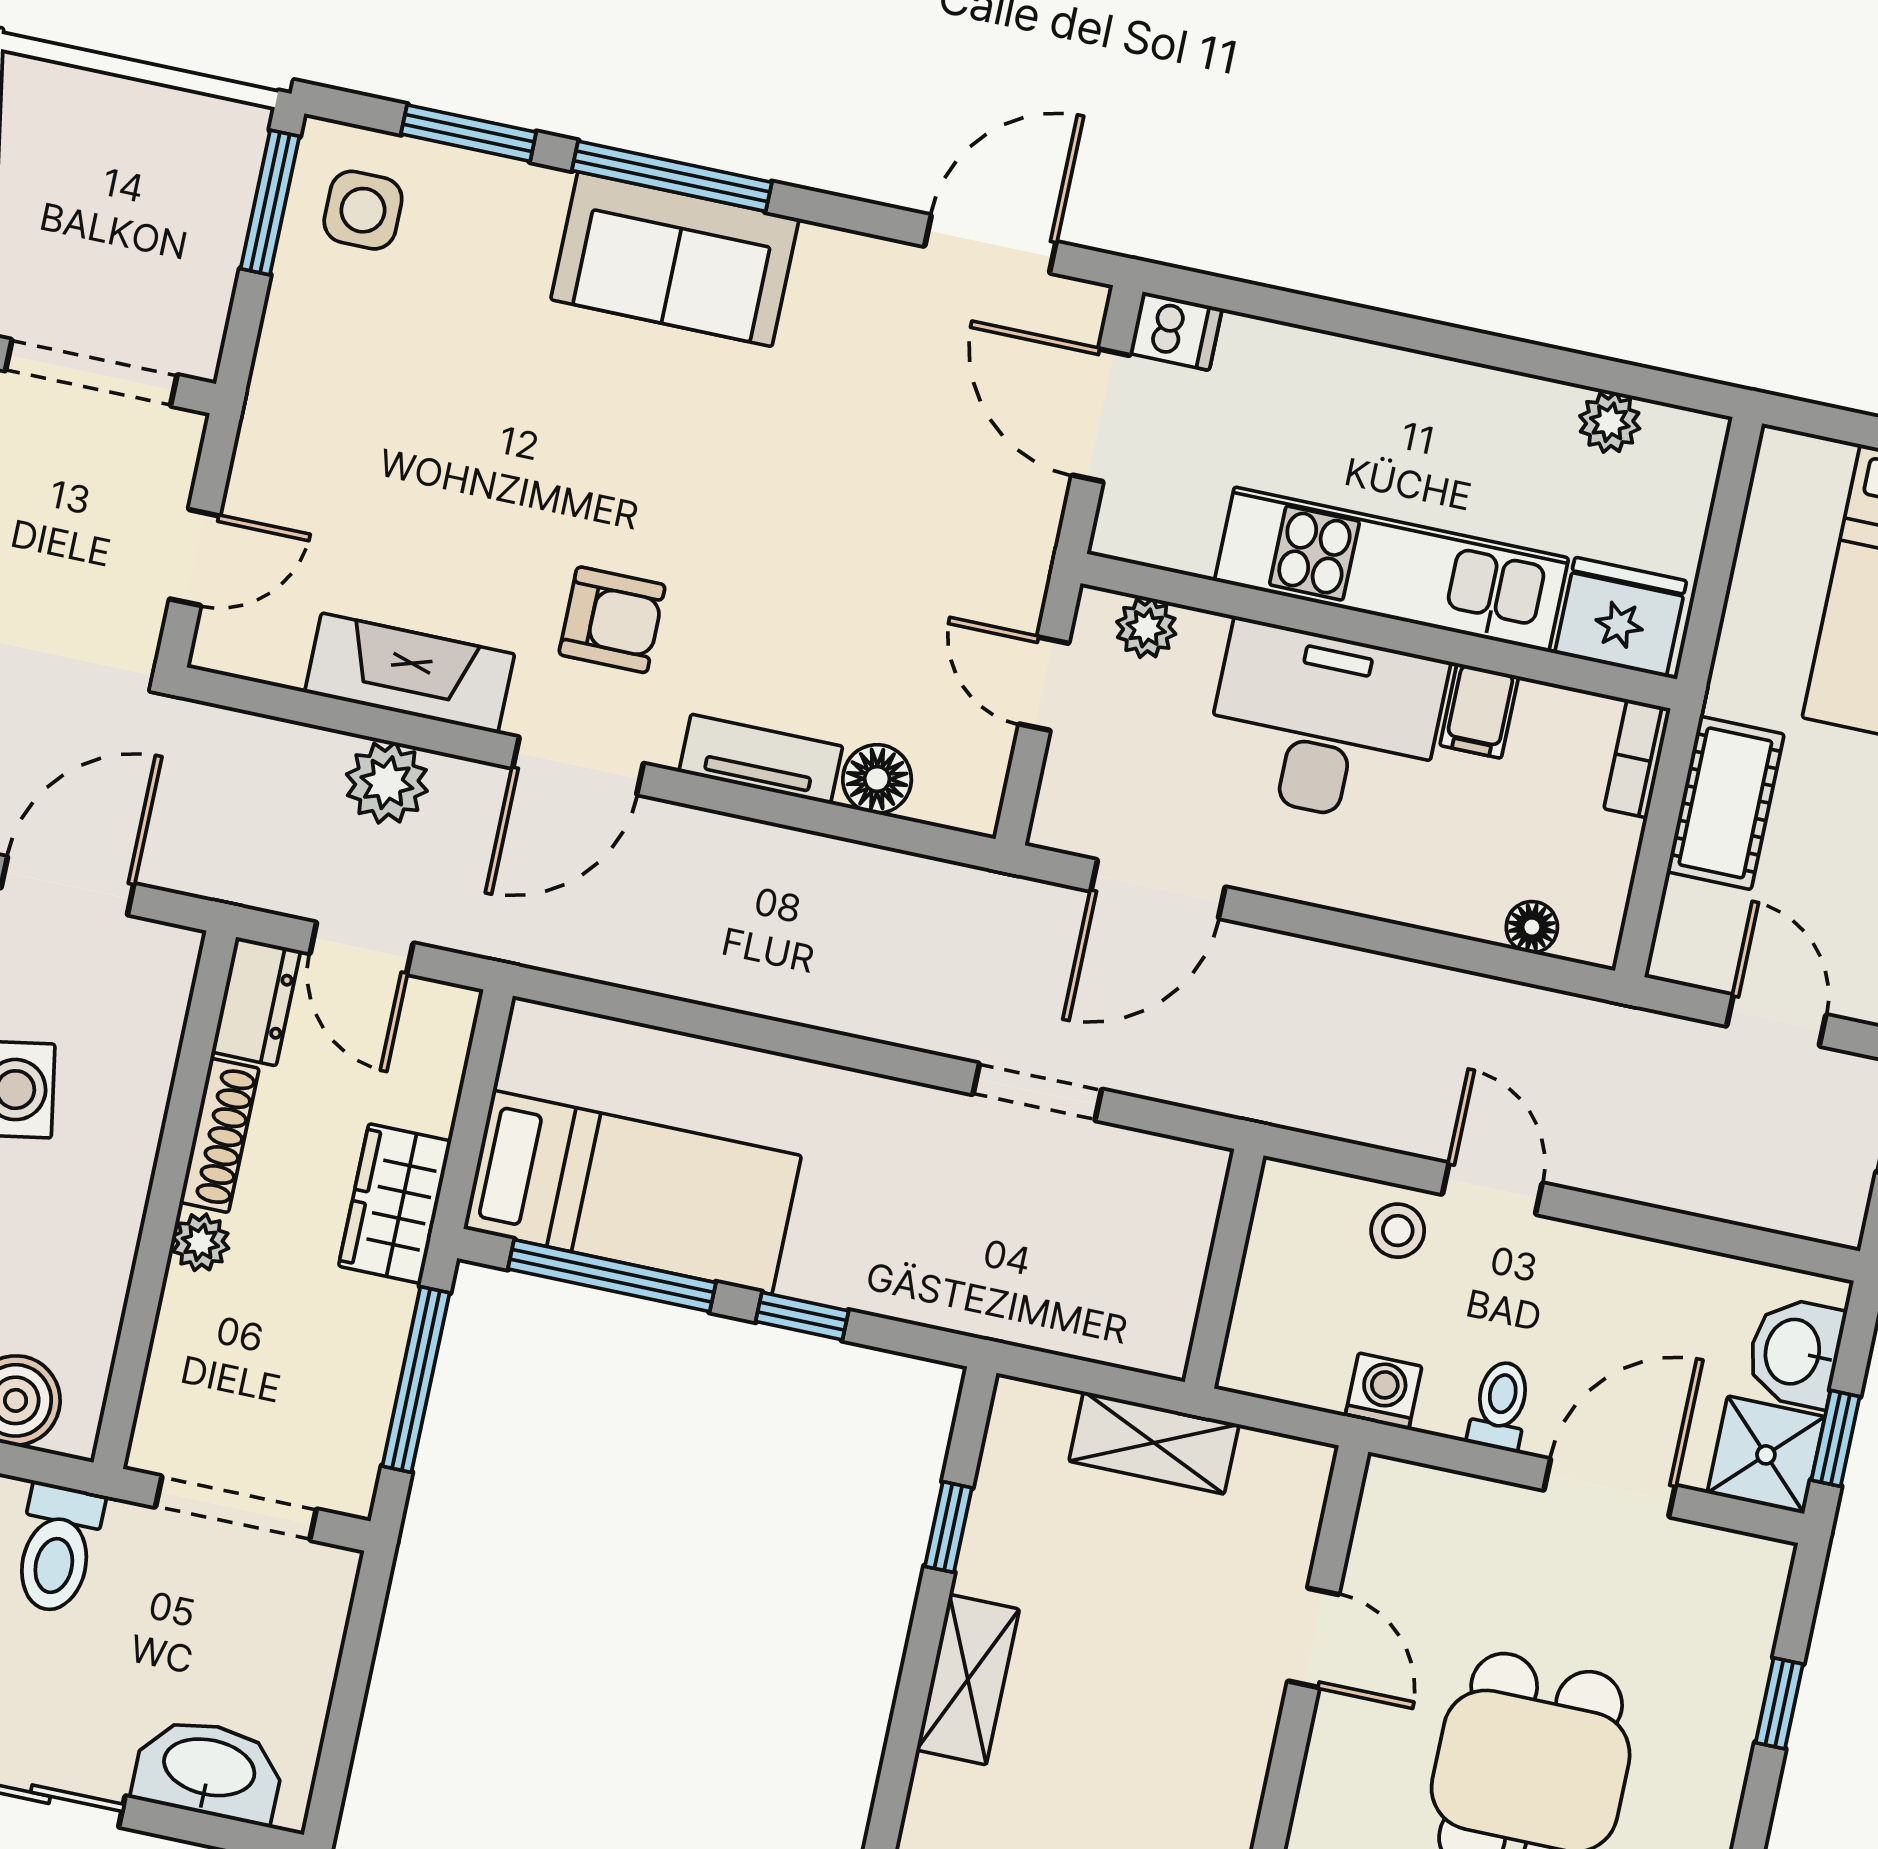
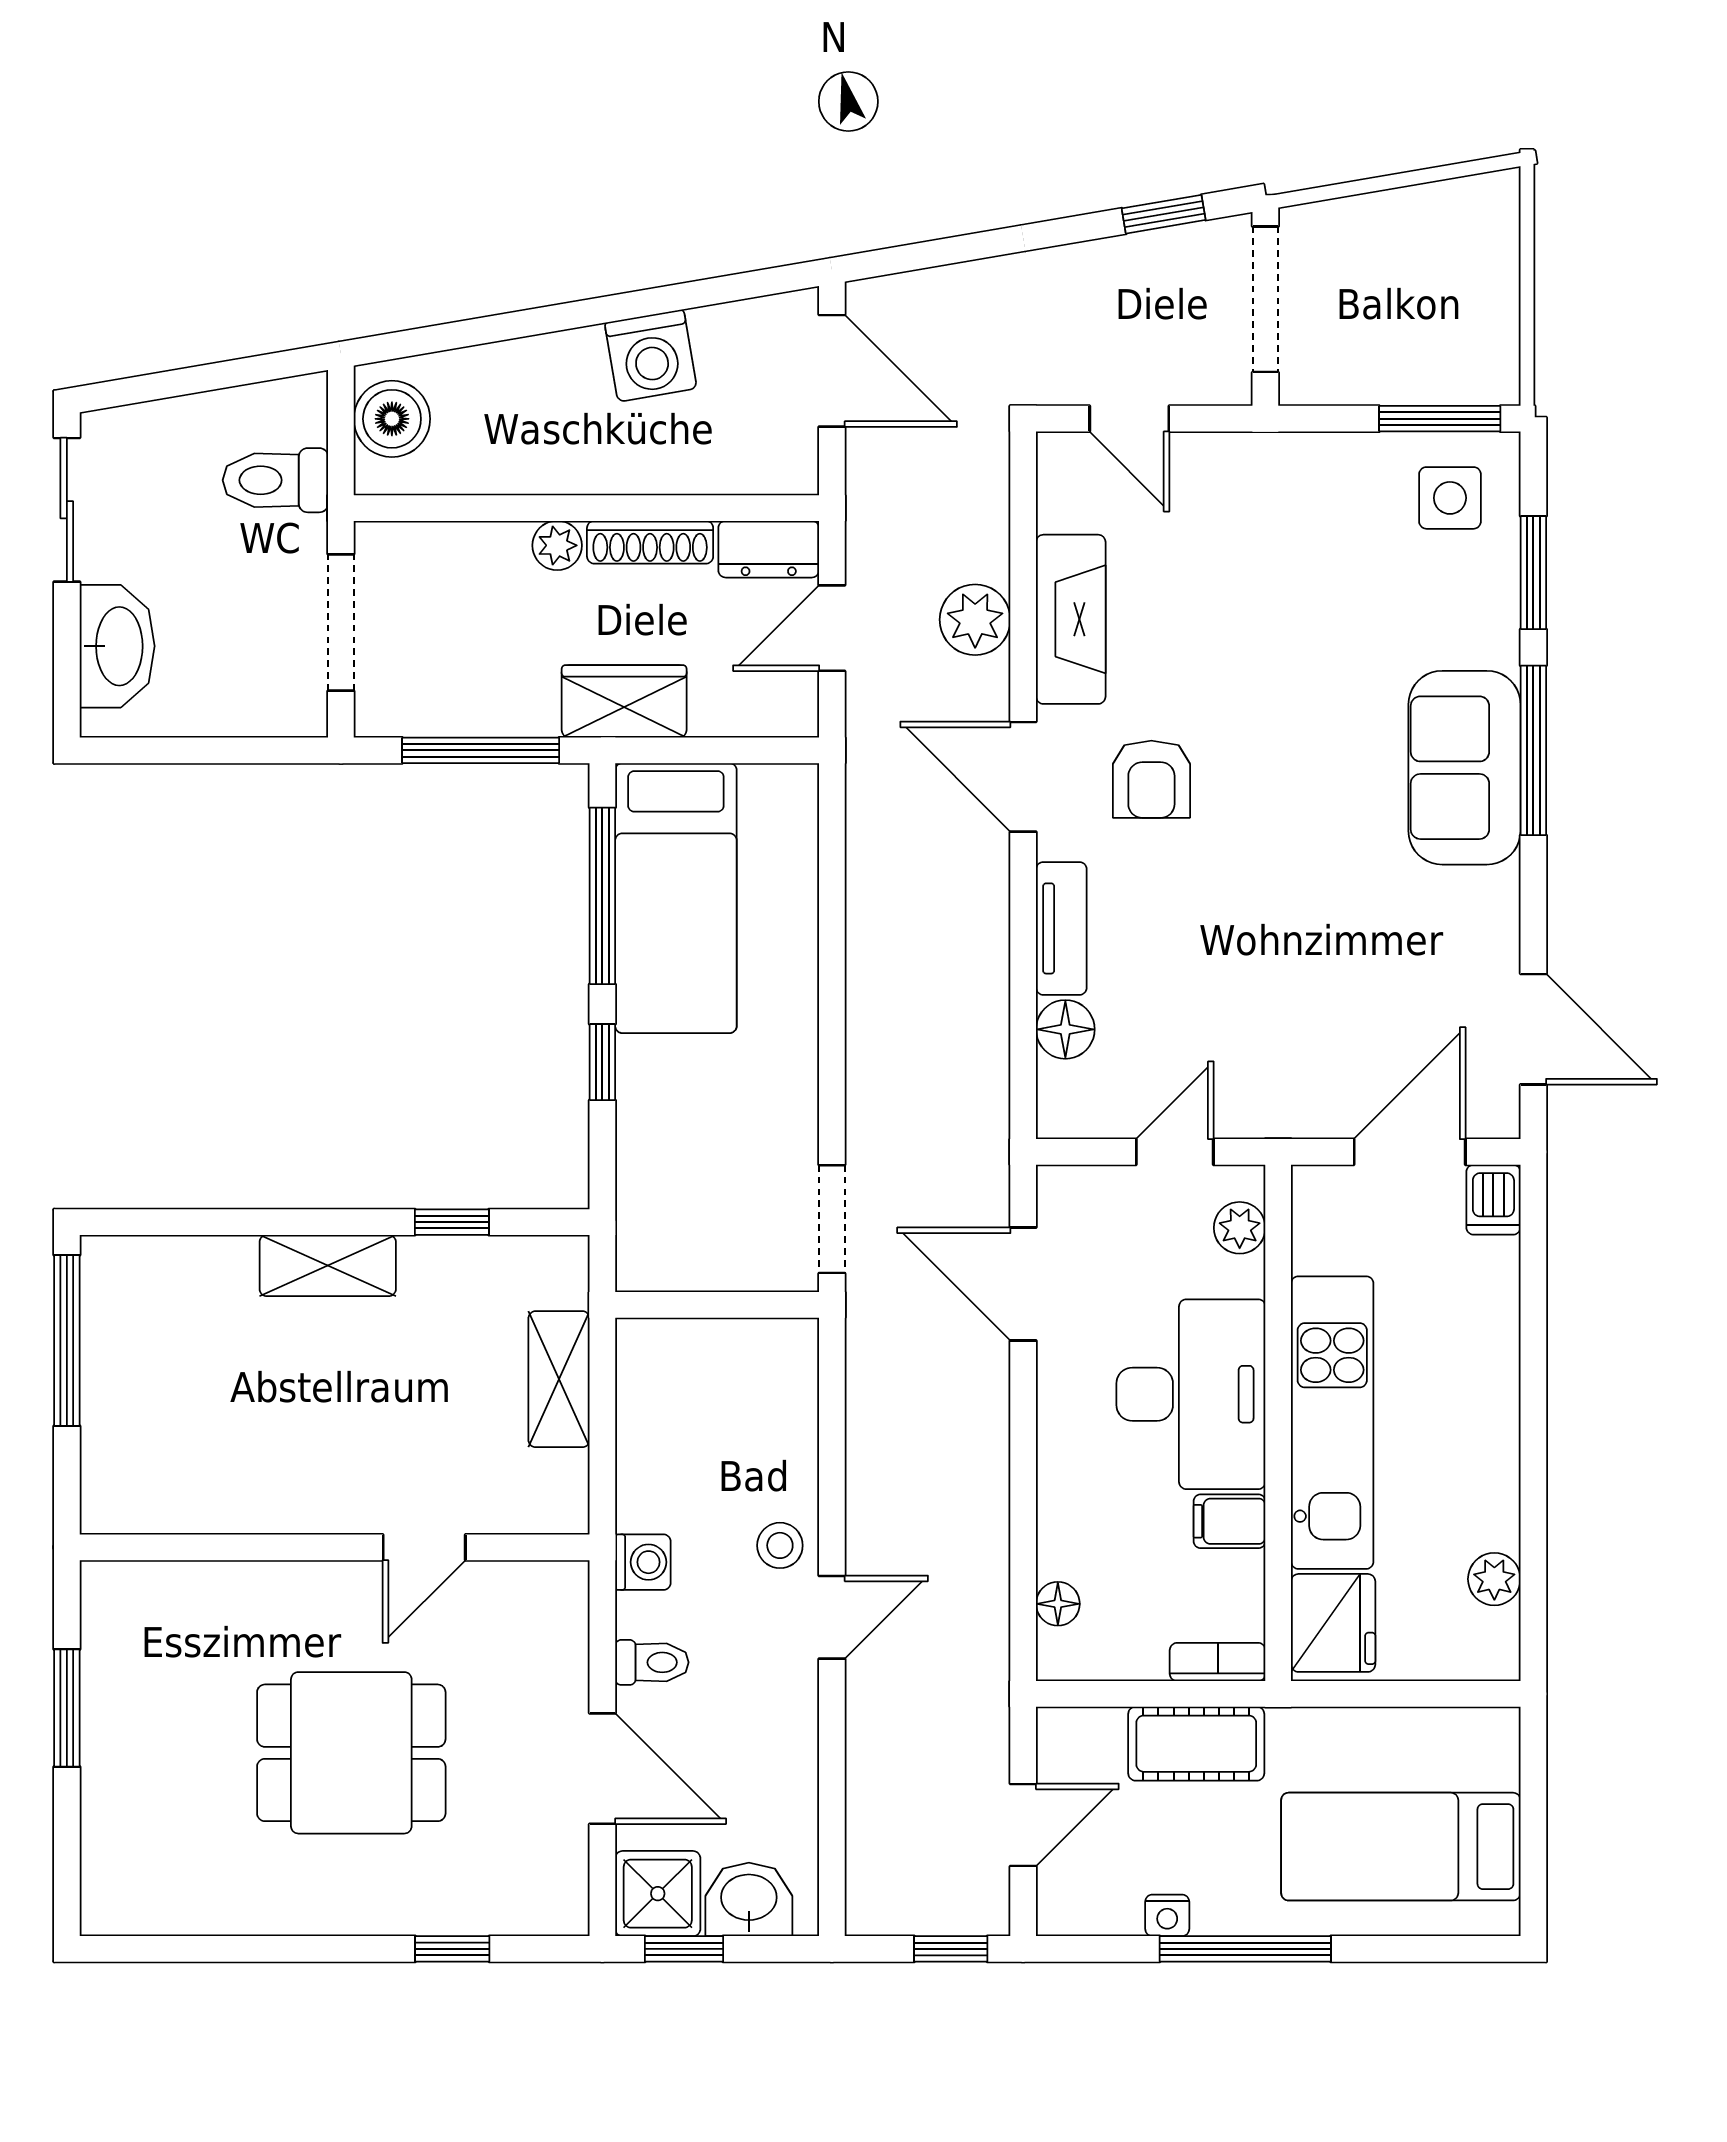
wall: (1224, 1269) -> (717, 1305), moved

